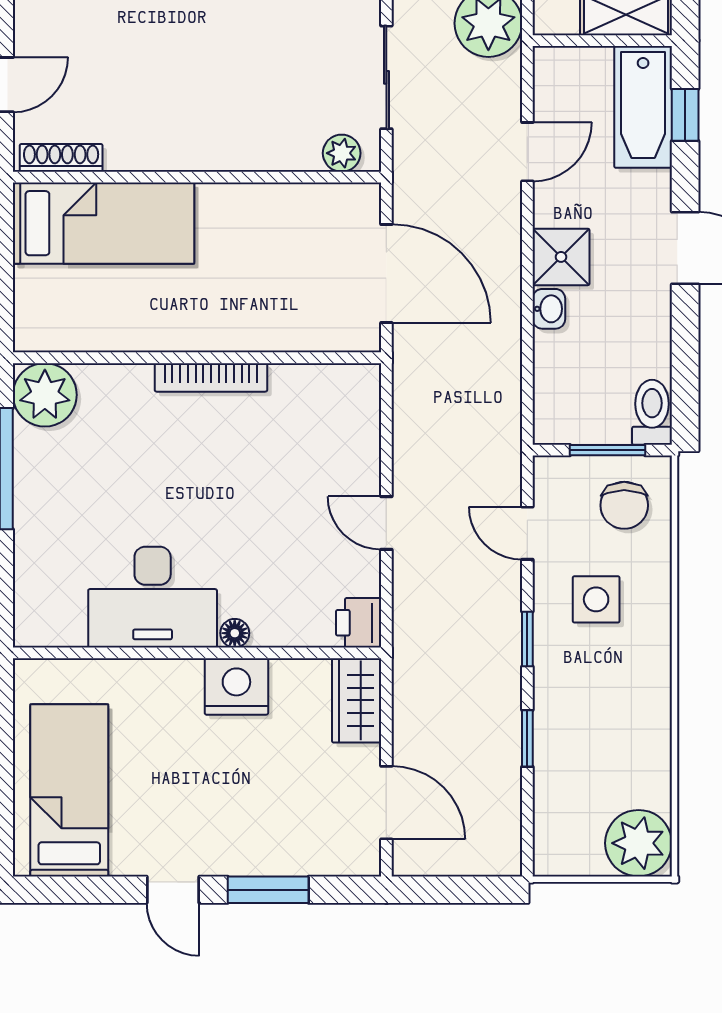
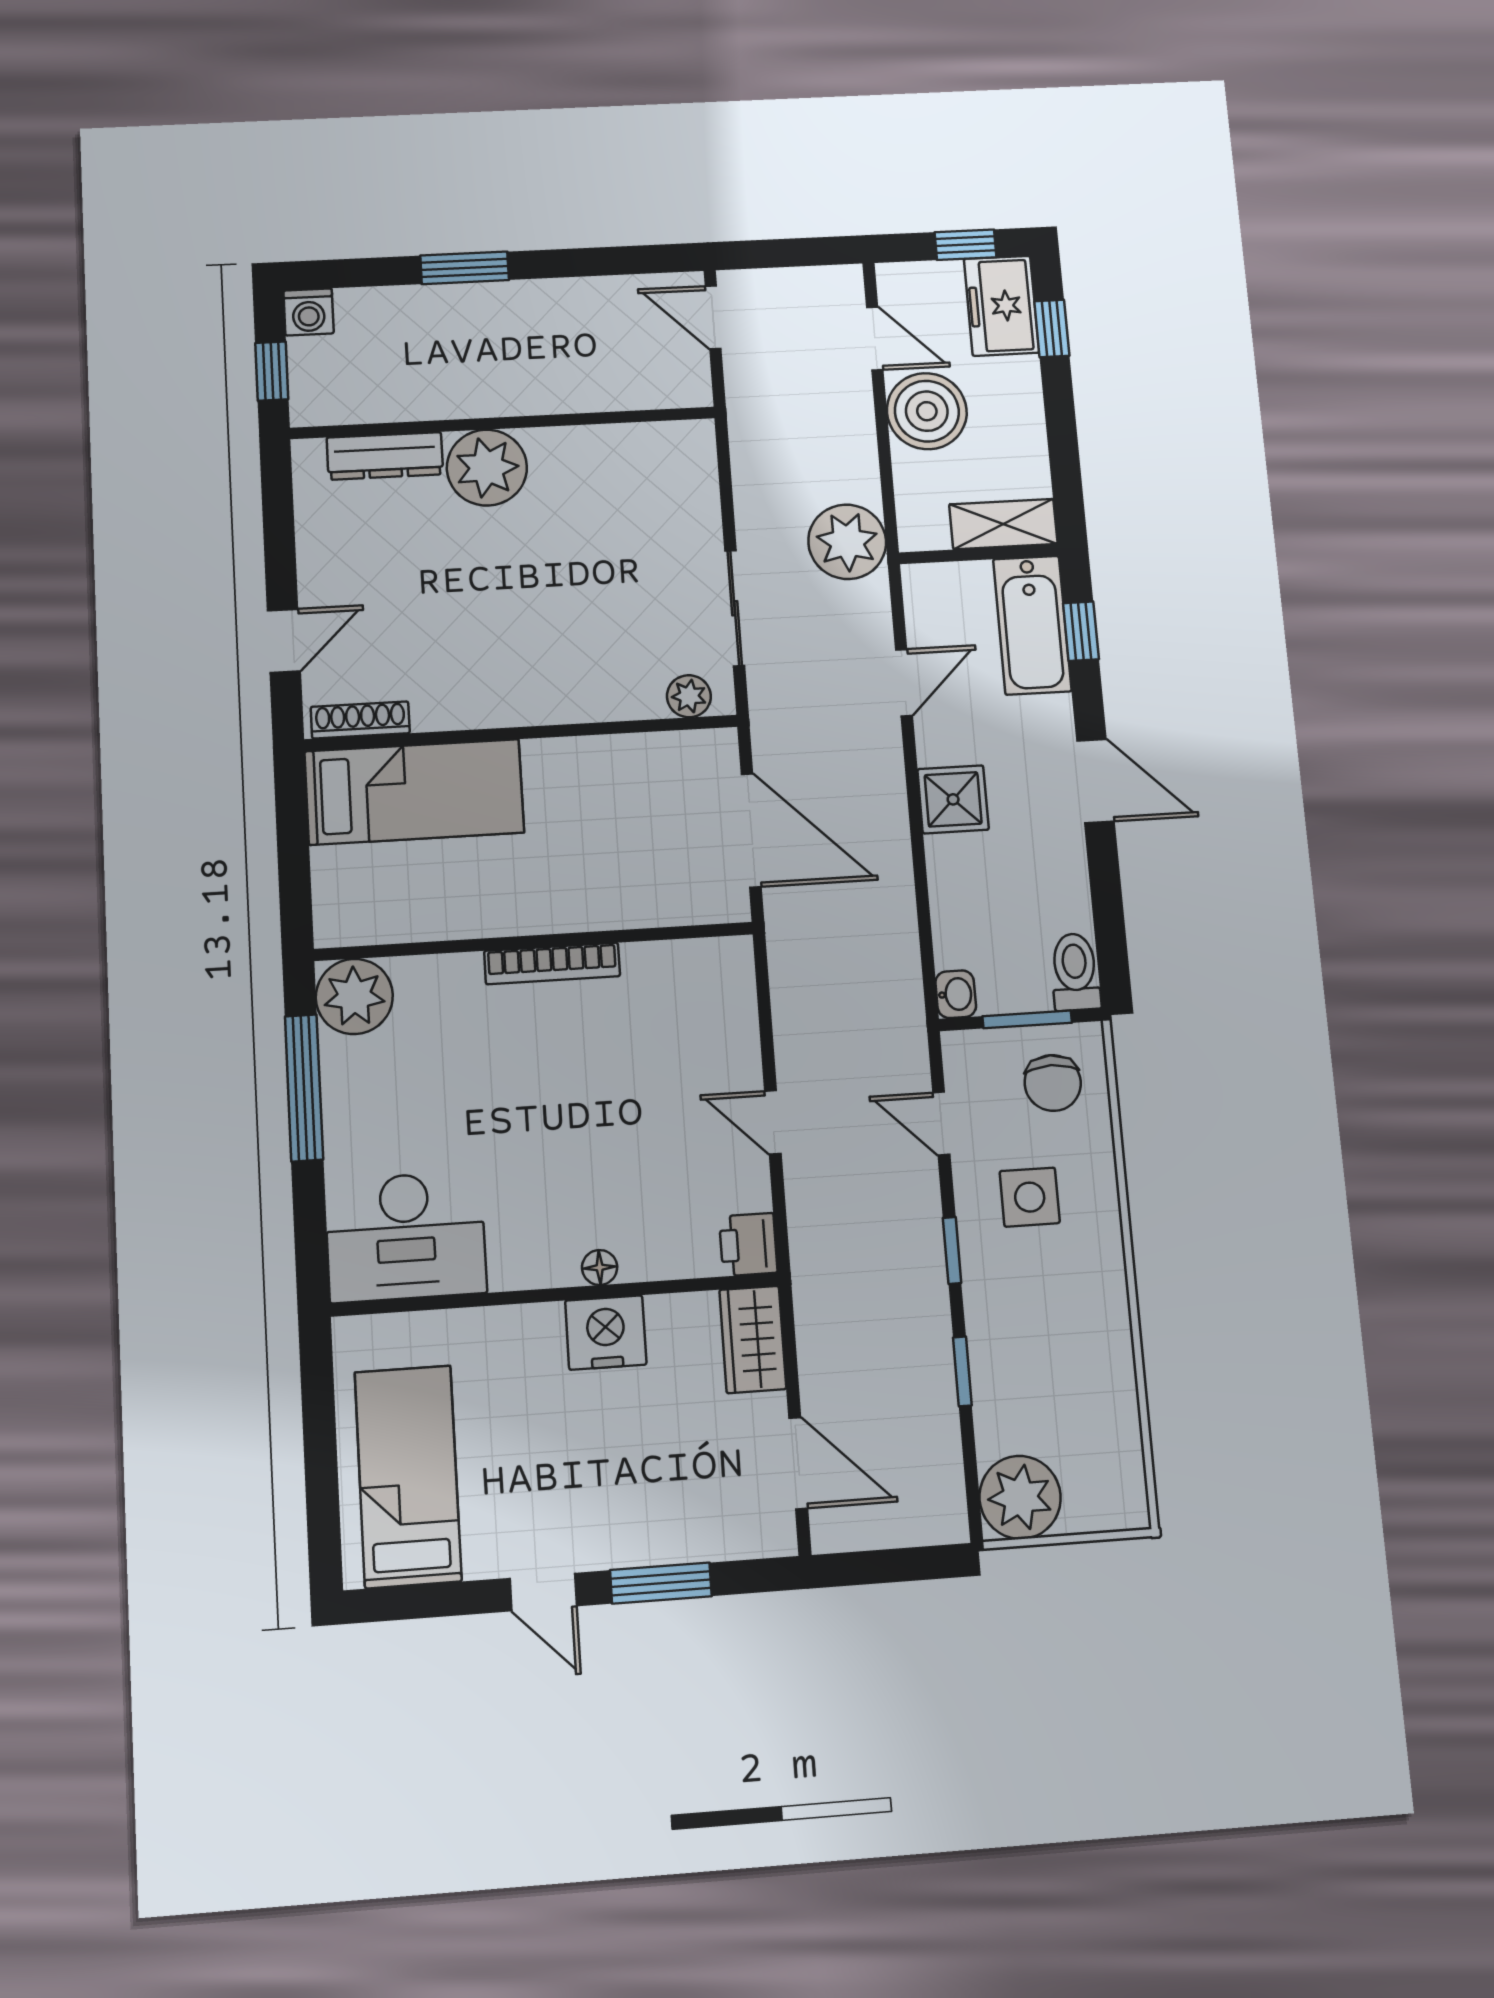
washbasin: (549, 309) -> (956, 994), moved
desk: (153, 597) -> (406, 1237), moved
plant: (639, 843) -> (1020, 1497), moved

